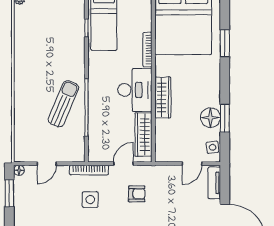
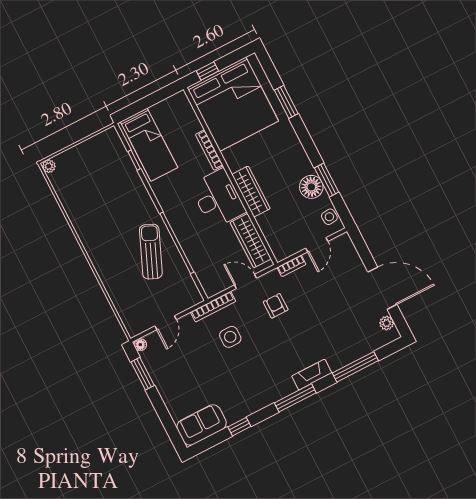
door: (123, 164) -> (245, 282), hinge flipped
bookcase: (164, 170) -> (291, 266), added
tv unit: (214, 183) -> (350, 253), removed
armchair: (137, 194) -> (276, 306), turned -90

